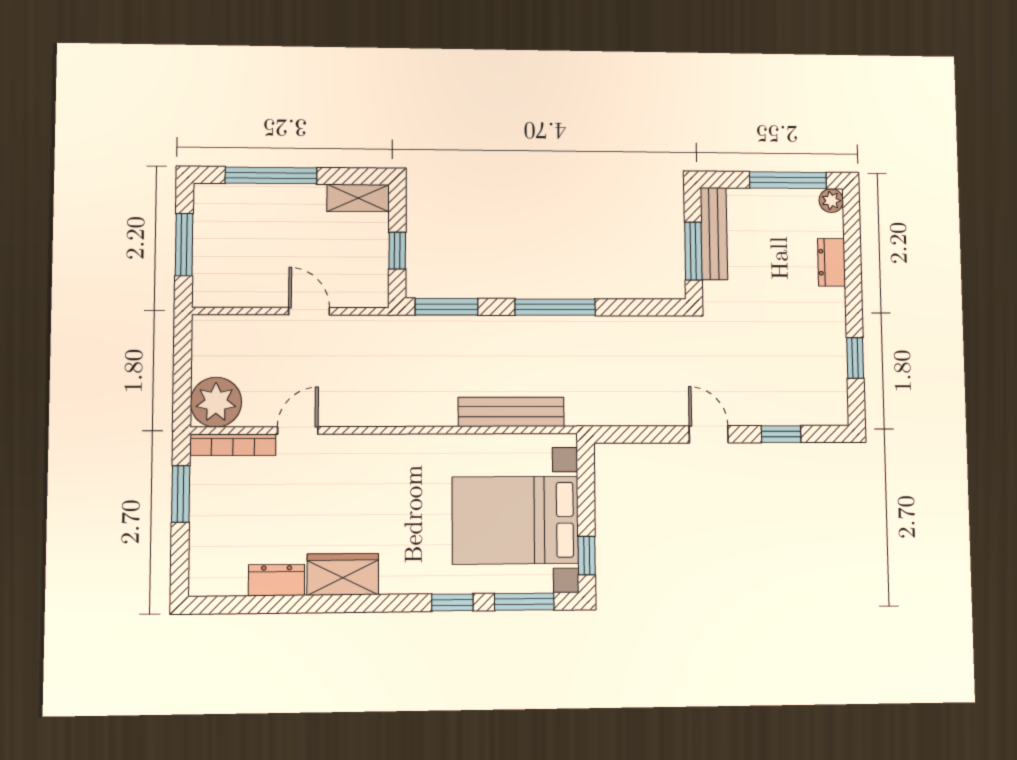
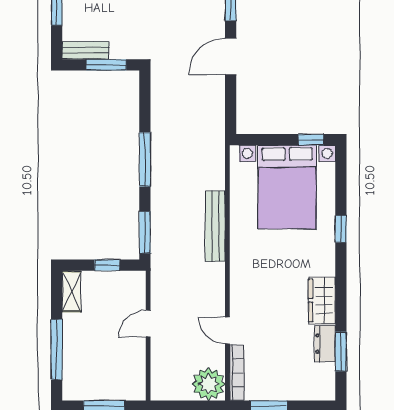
bench: (714, 234) -> (86, 50), width x0.73
bench: (511, 412) -> (215, 226), moved
door: (709, 434) -> (231, 56), width x1.38
window: (524, 602) -> (341, 352), moved

